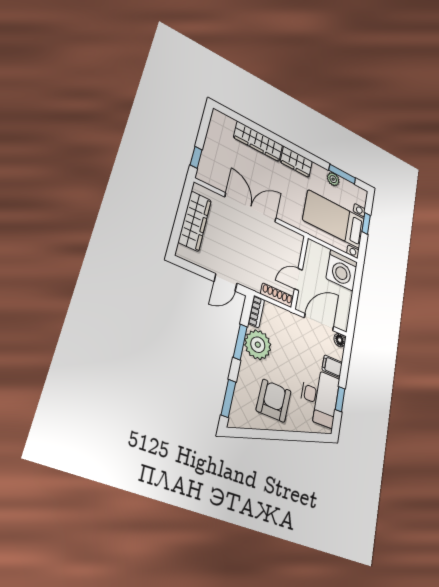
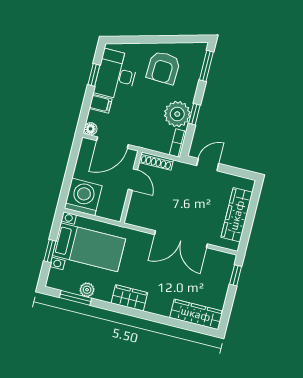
wardrobe: (258, 141) -> (196, 314), moved
door: (298, 279) -> (133, 180), hinge flipped
window: (240, 342) -> (194, 114), width x0.67

